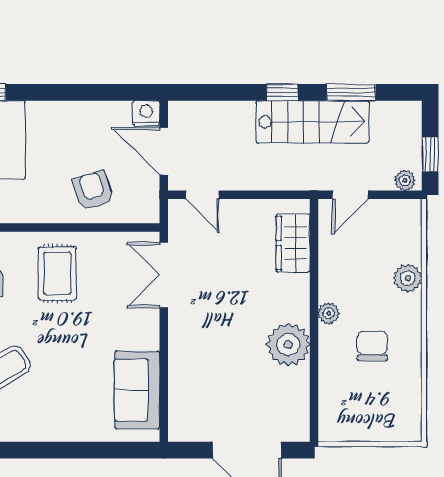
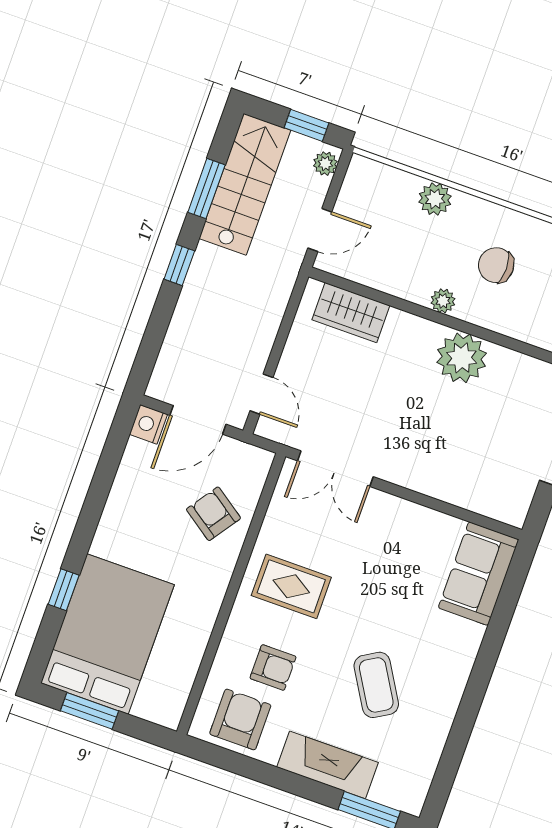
stairs: (312, 122) -> (245, 184), moved
armchair: (93, 190) -> (213, 514), turned 53
door: (202, 195) -> (261, 394), hinge flipped
door: (350, 195) -> (320, 230), hinge flipped
sofa: (137, 390) -> (478, 574), moved, turned 90

